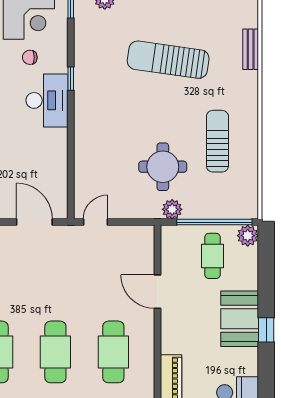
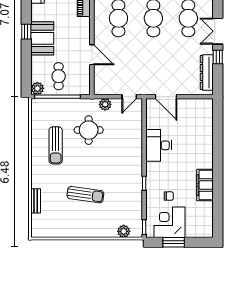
sun lounger: (168, 60) -> (85, 195), width x0.73, depth x0.75
desk: (47, 100) -> (158, 145), moved
plant: (172, 209) -> (105, 104), moved

